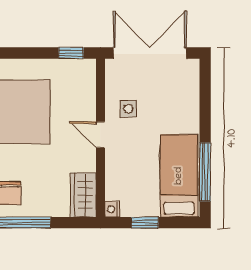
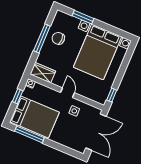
door: (100, 135) -> (67, 93), hinge flipped
bed: (179, 176) -> (35, 117), width x1.50

